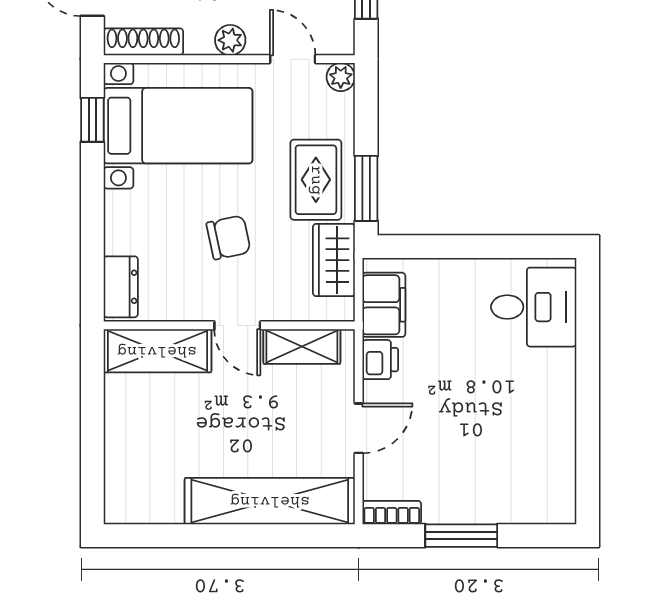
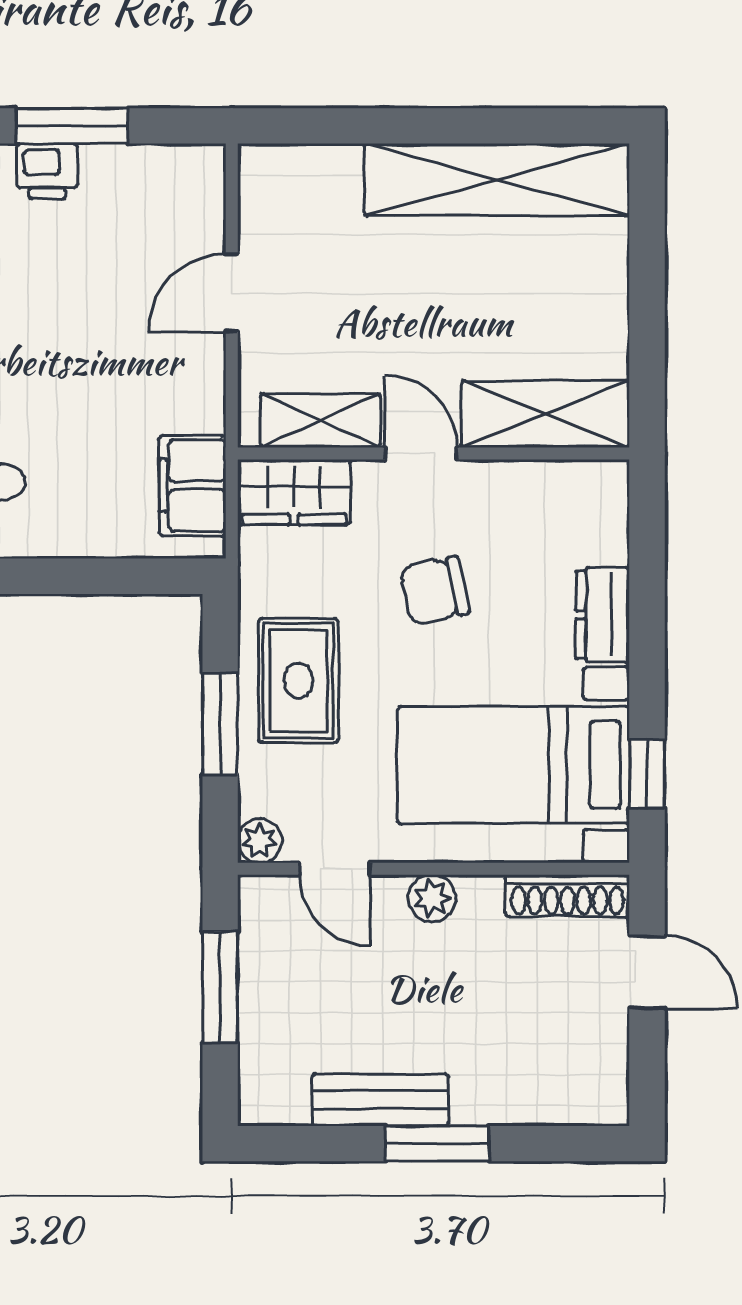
window: (366, 188) -> (220, 724), moved
wardrobe: (334, 260) -> (294, 492), moved, turned 90
dresser: (121, 287) -> (603, 615), moved
printer: (380, 360) -> (47, 171), moved, turned -90
shelving: (270, 501) -> (497, 180), moved
bookcase: (392, 513) -> (180, 162), removed

